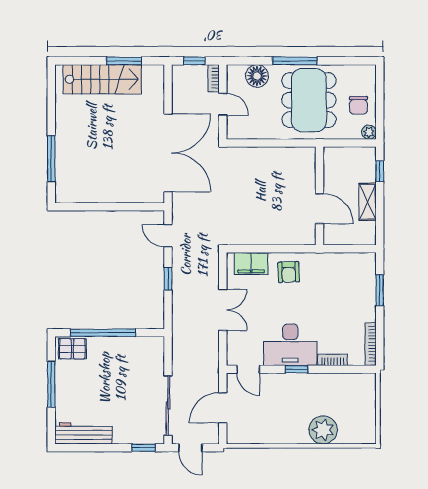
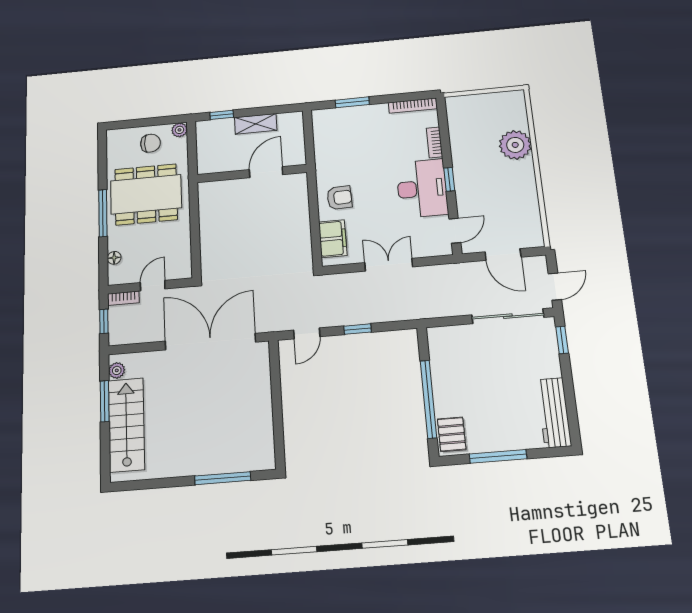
plant: (150, 72) -> (117, 370), added
floor lamp: (257, 76) -> (114, 258), width x0.53, depth x0.53

